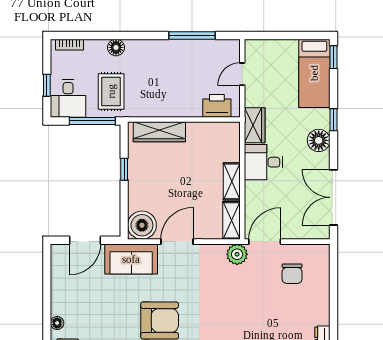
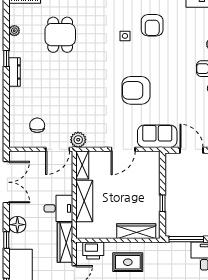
rug: (111, 91) -> (128, 262), moved, turned 90
wardrobe: (255, 125) -> (65, 242), width x1.50
shelving: (232, 181) -> (84, 201), width x1.50, depth x1.33
boiler: (142, 225) -> (149, 161), removed
door: (85, 240) -> (192, 150), hinge flipped

